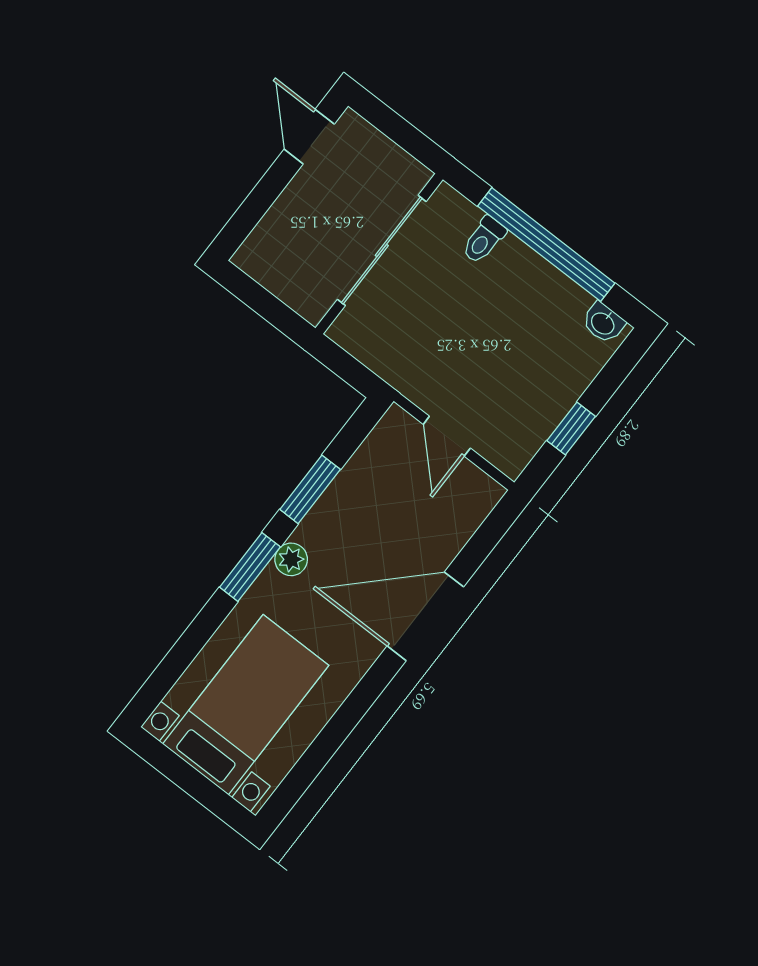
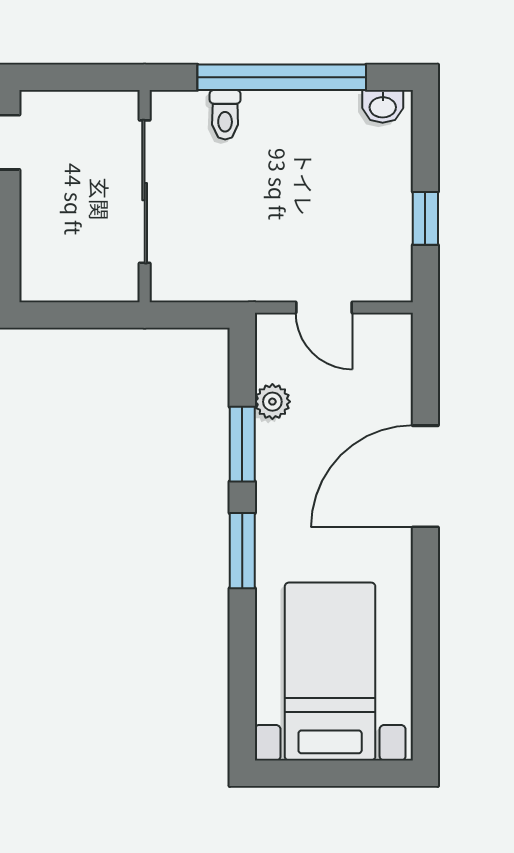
plant: (291, 559) -> (272, 402), moved

